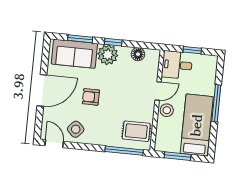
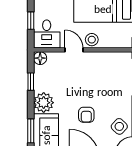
window: (113, 42) -> (31, 82), moved
floor lamp: (138, 54) -> (40, 58), moved
rug: (136, 131) -> (115, 67), removed

